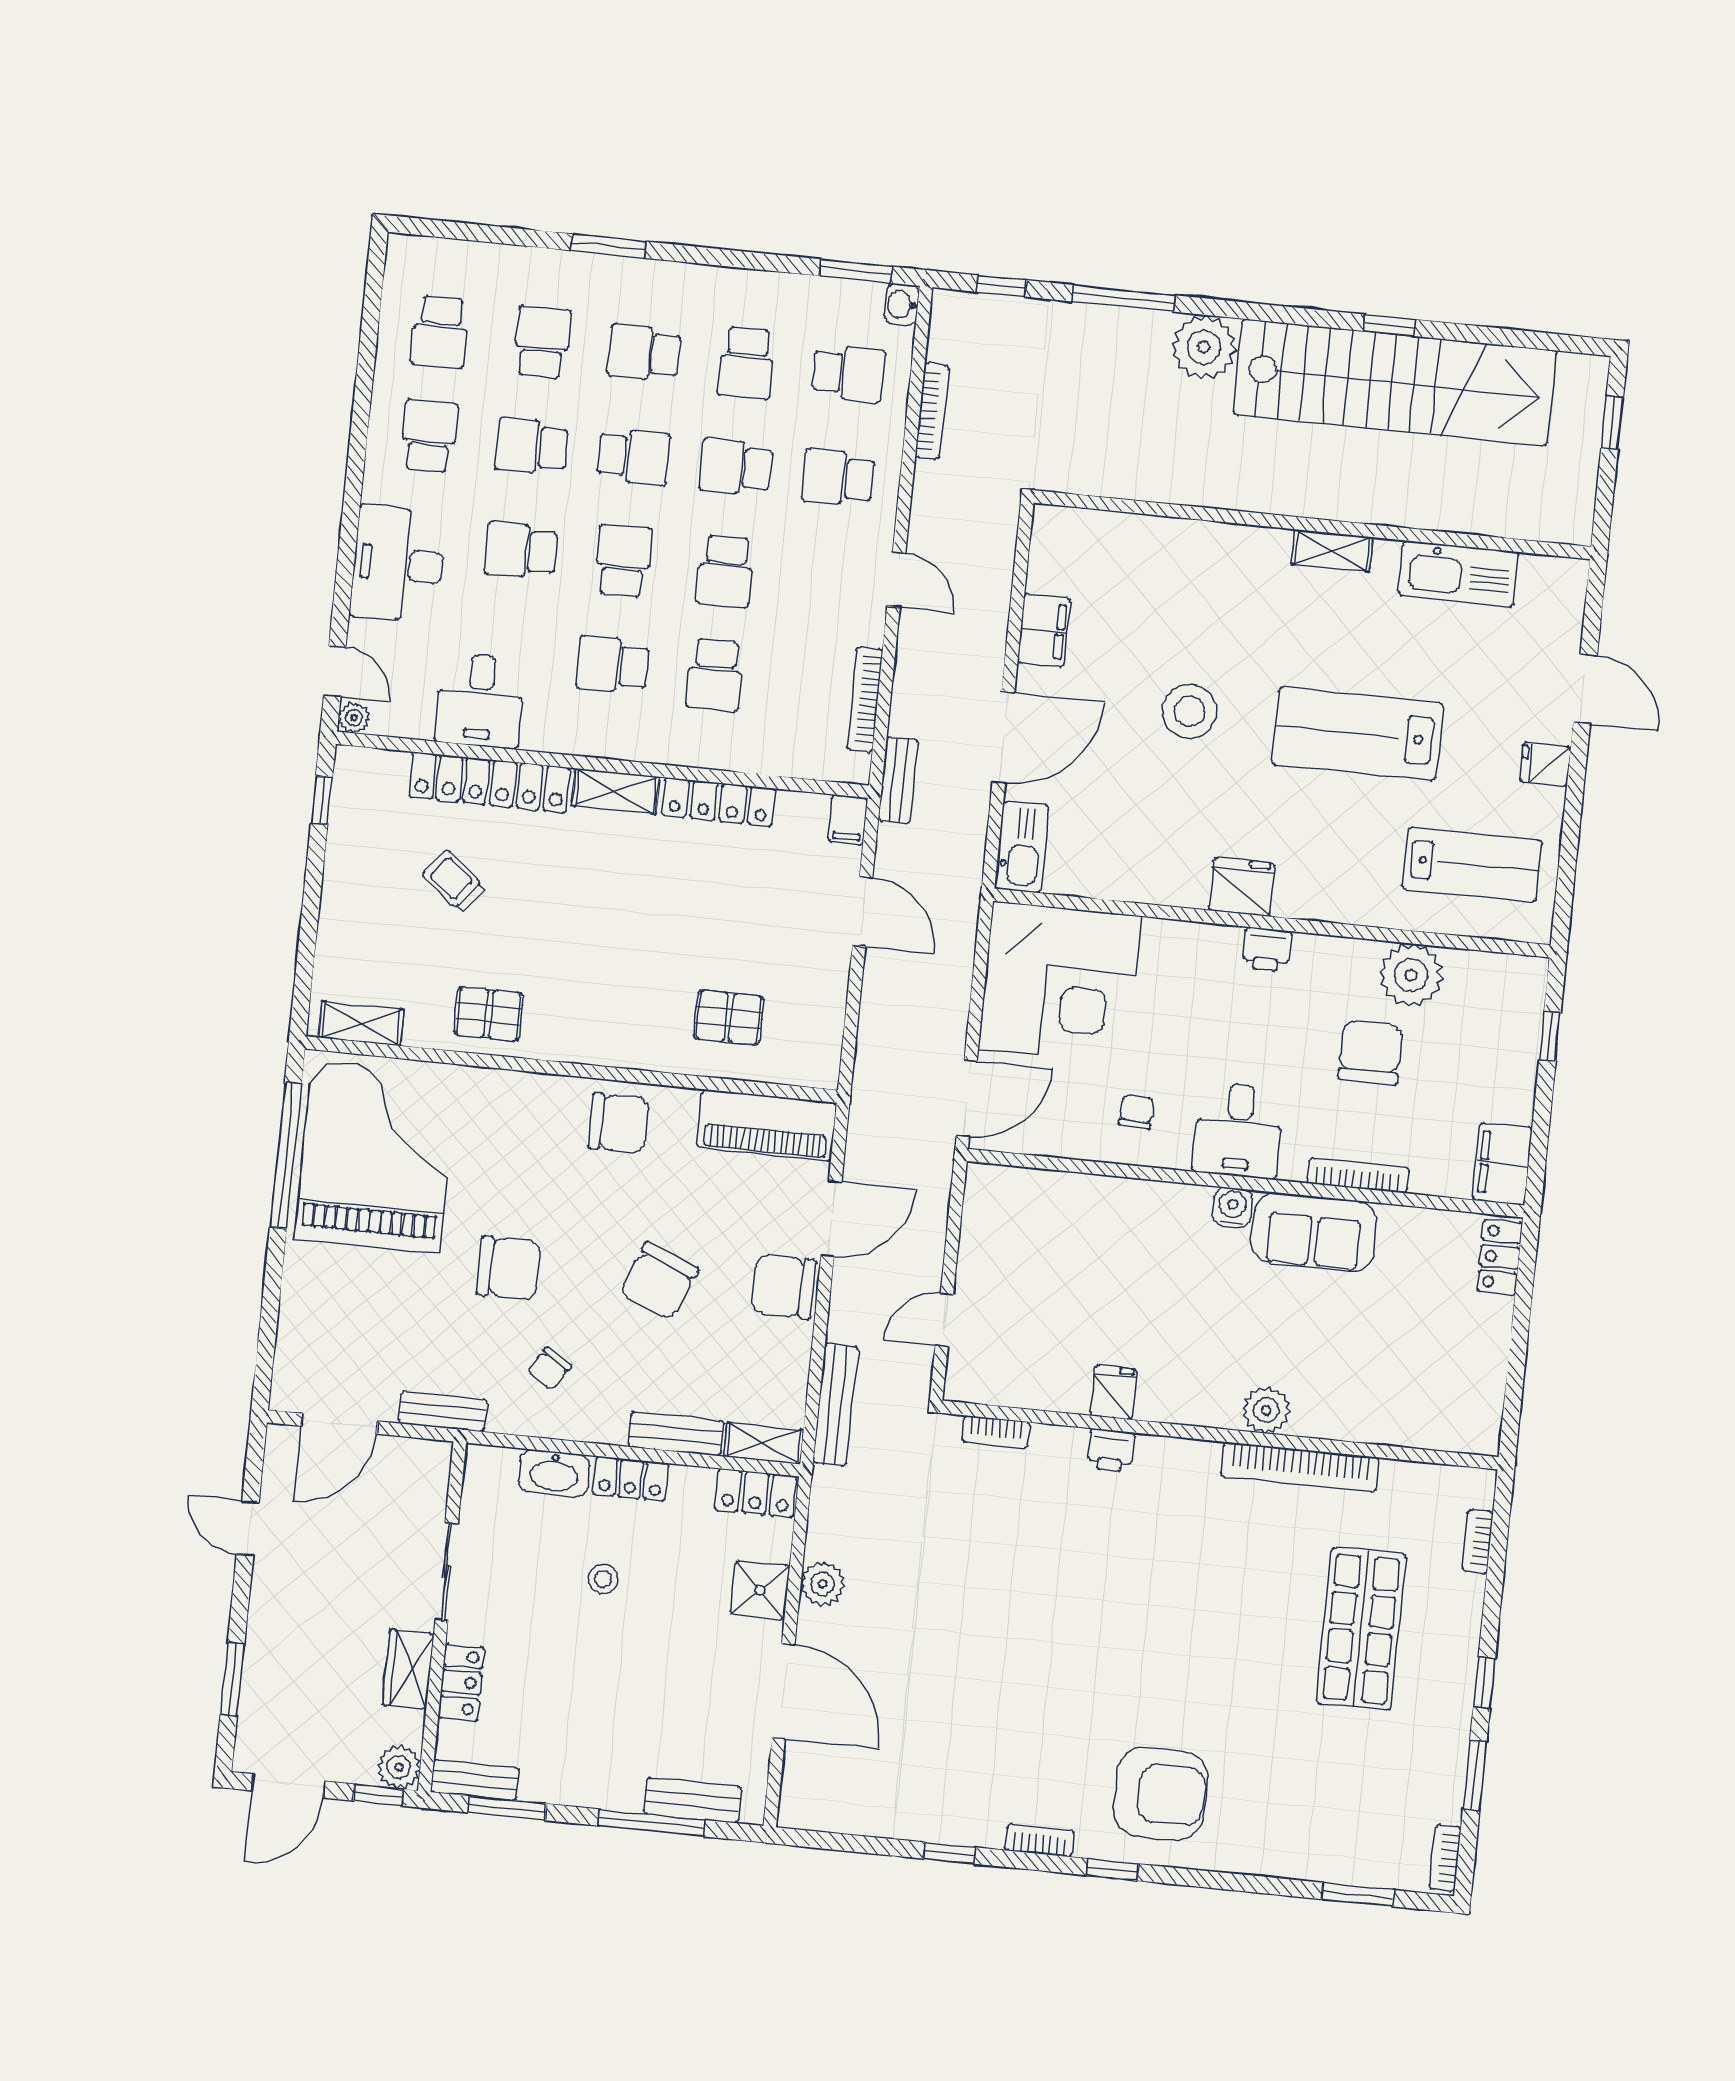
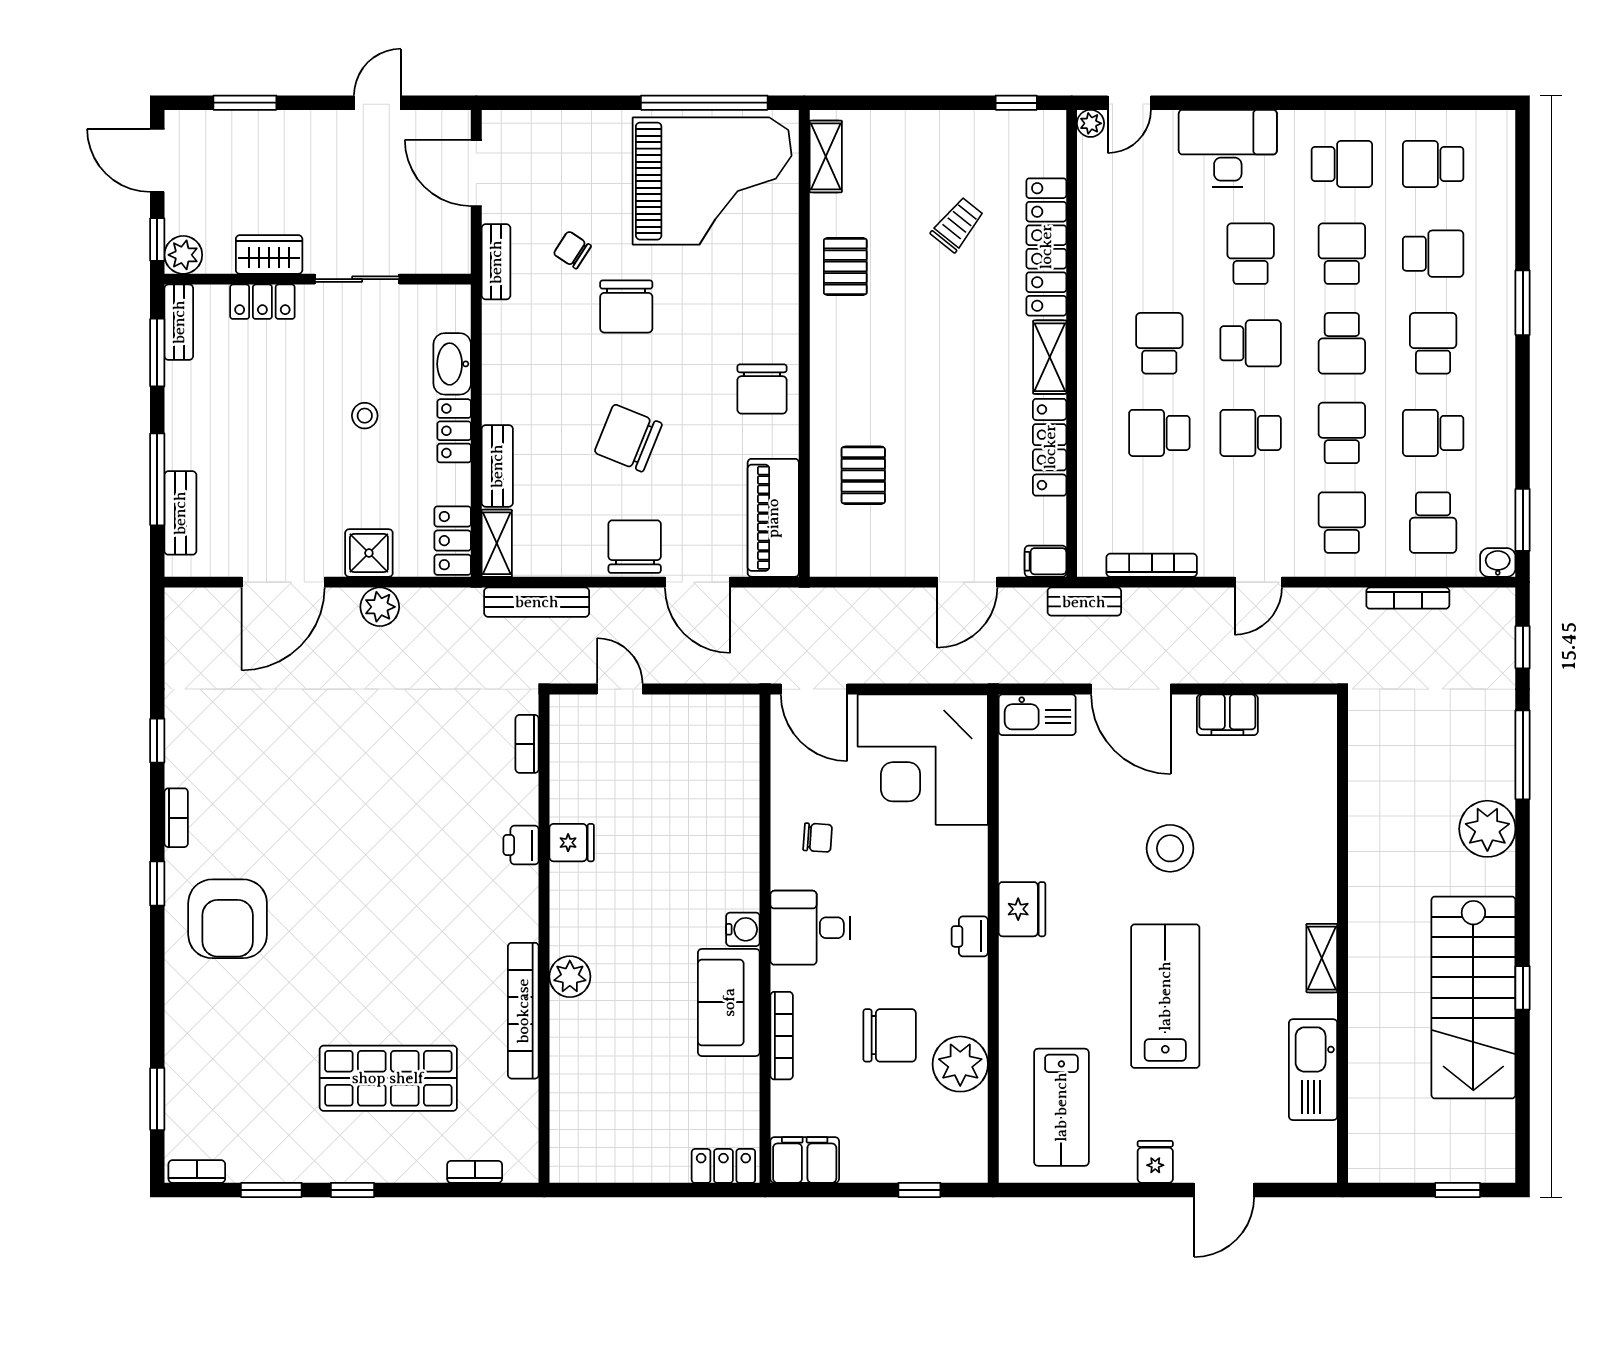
stairs: (1395, 383) -> (1473, 998), width x0.73
desk: (480, 700) -> (1117, 231), removed
chair: (549, 1369) -> (572, 250), moved

